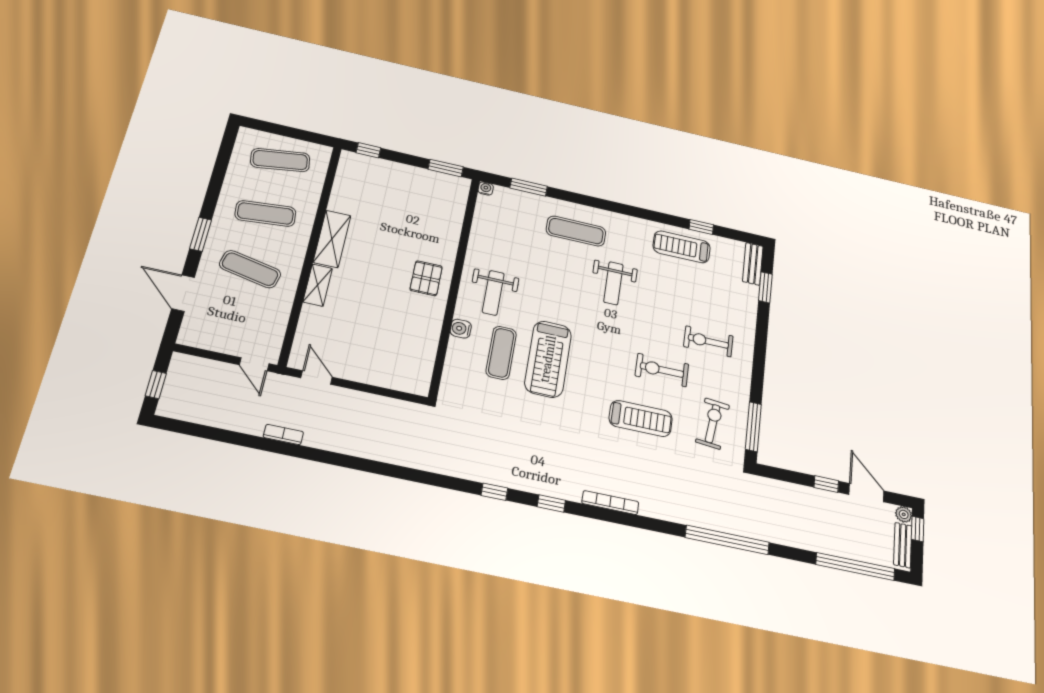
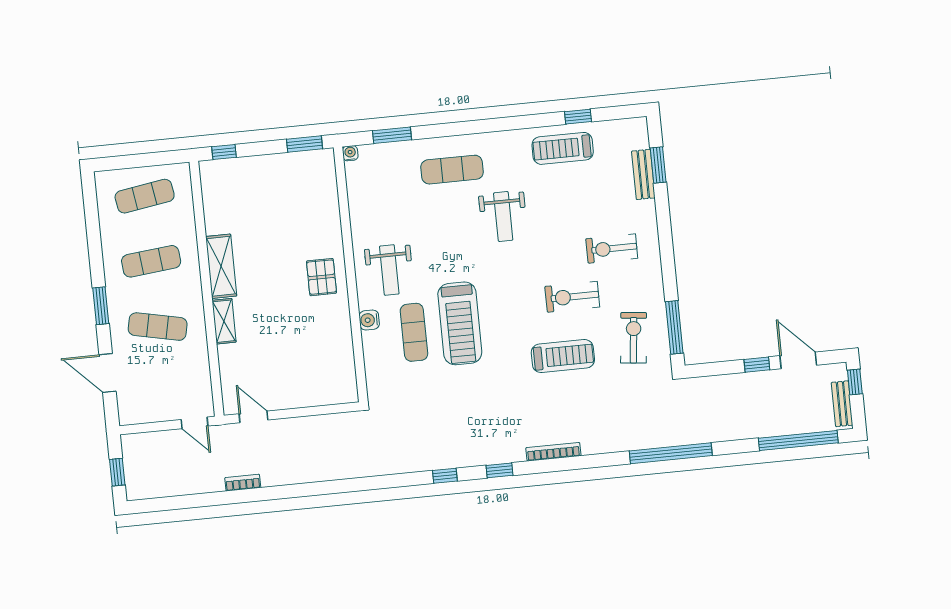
bench: (753, 264) -> (643, 174), moved
plant: (904, 514) -> (839, 371), removed

